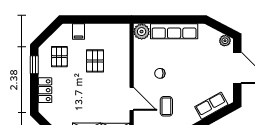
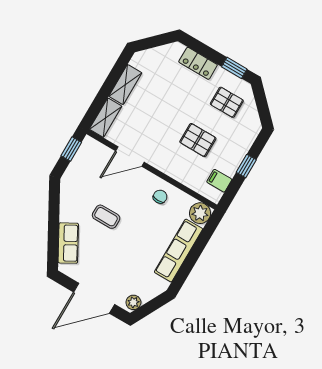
window: (93, 20) -> (246, 166), added
filing cabinet: (78, 32) -> (219, 181), moved
chair: (160, 73) -> (160, 197), moved
coffee table: (166, 106) -> (106, 217), moved

